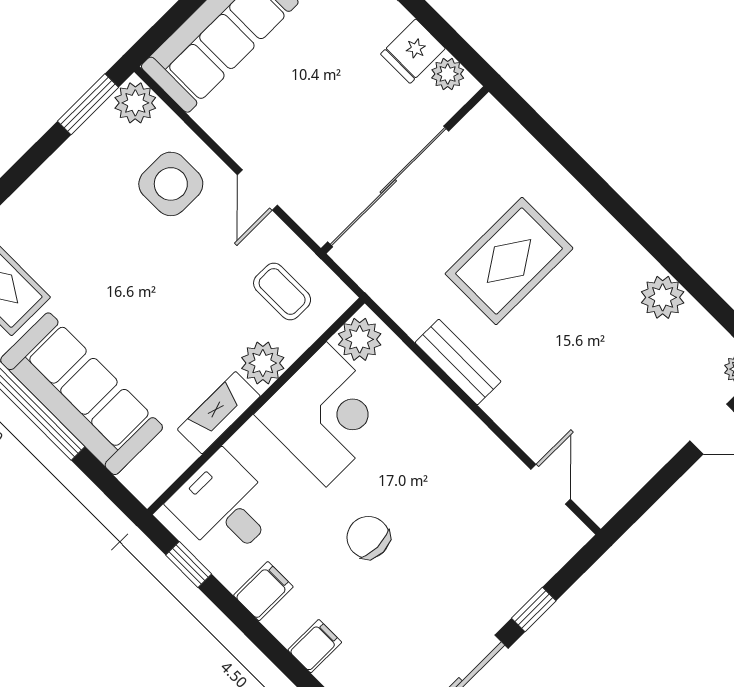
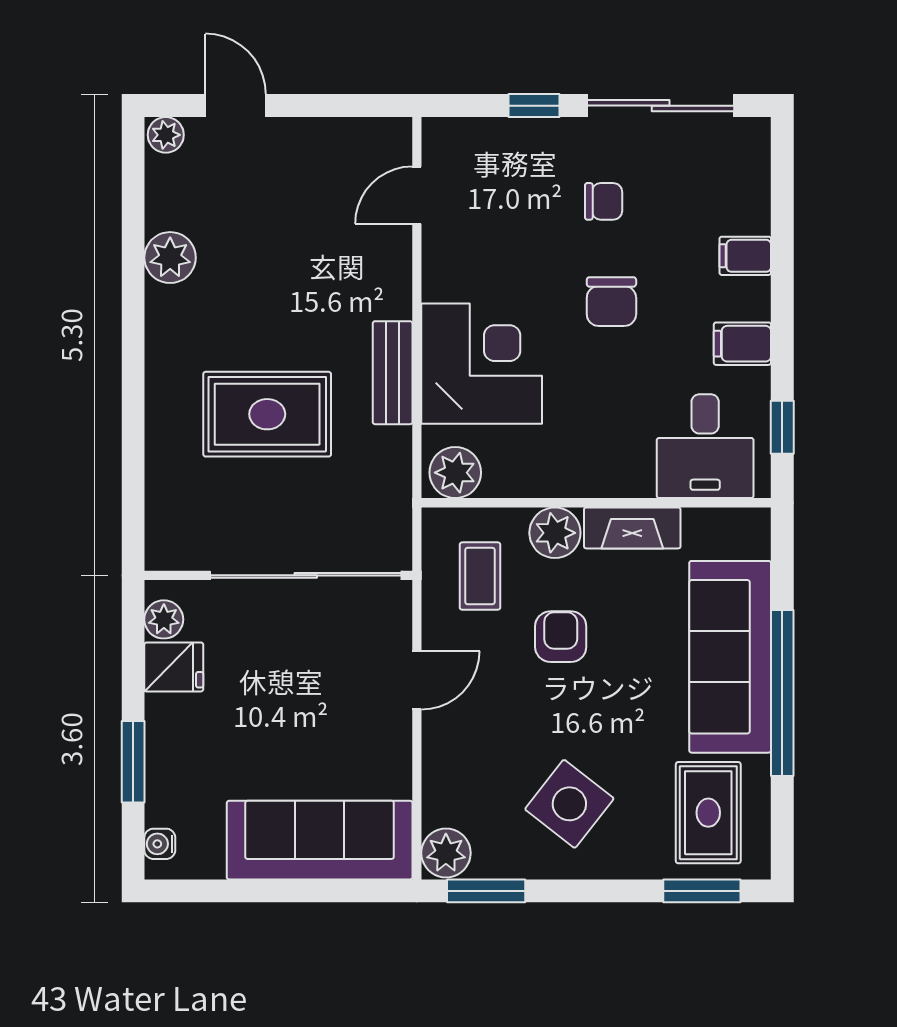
side table: (171, 184) -> (569, 804), moved, turned 38
armchair: (196, 304) -> (561, 637), added
corner desk: (326, 414) -> (482, 364), moved, turned 90
chair: (434, 593) -> (604, 201), added

